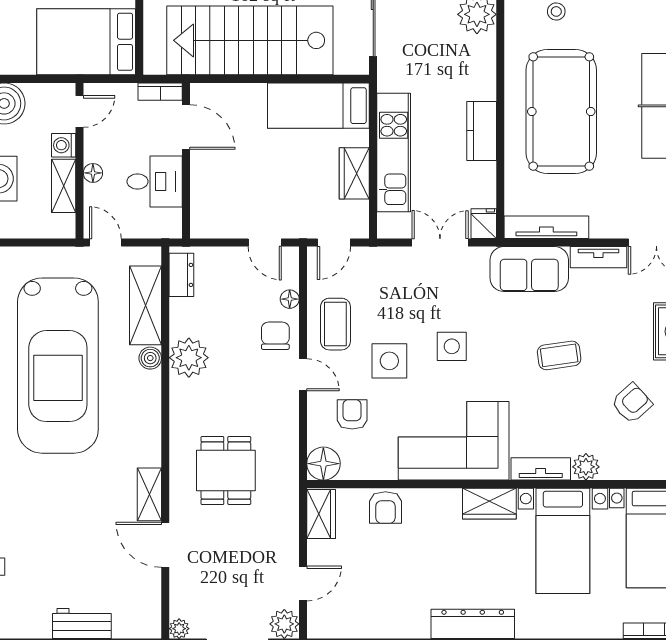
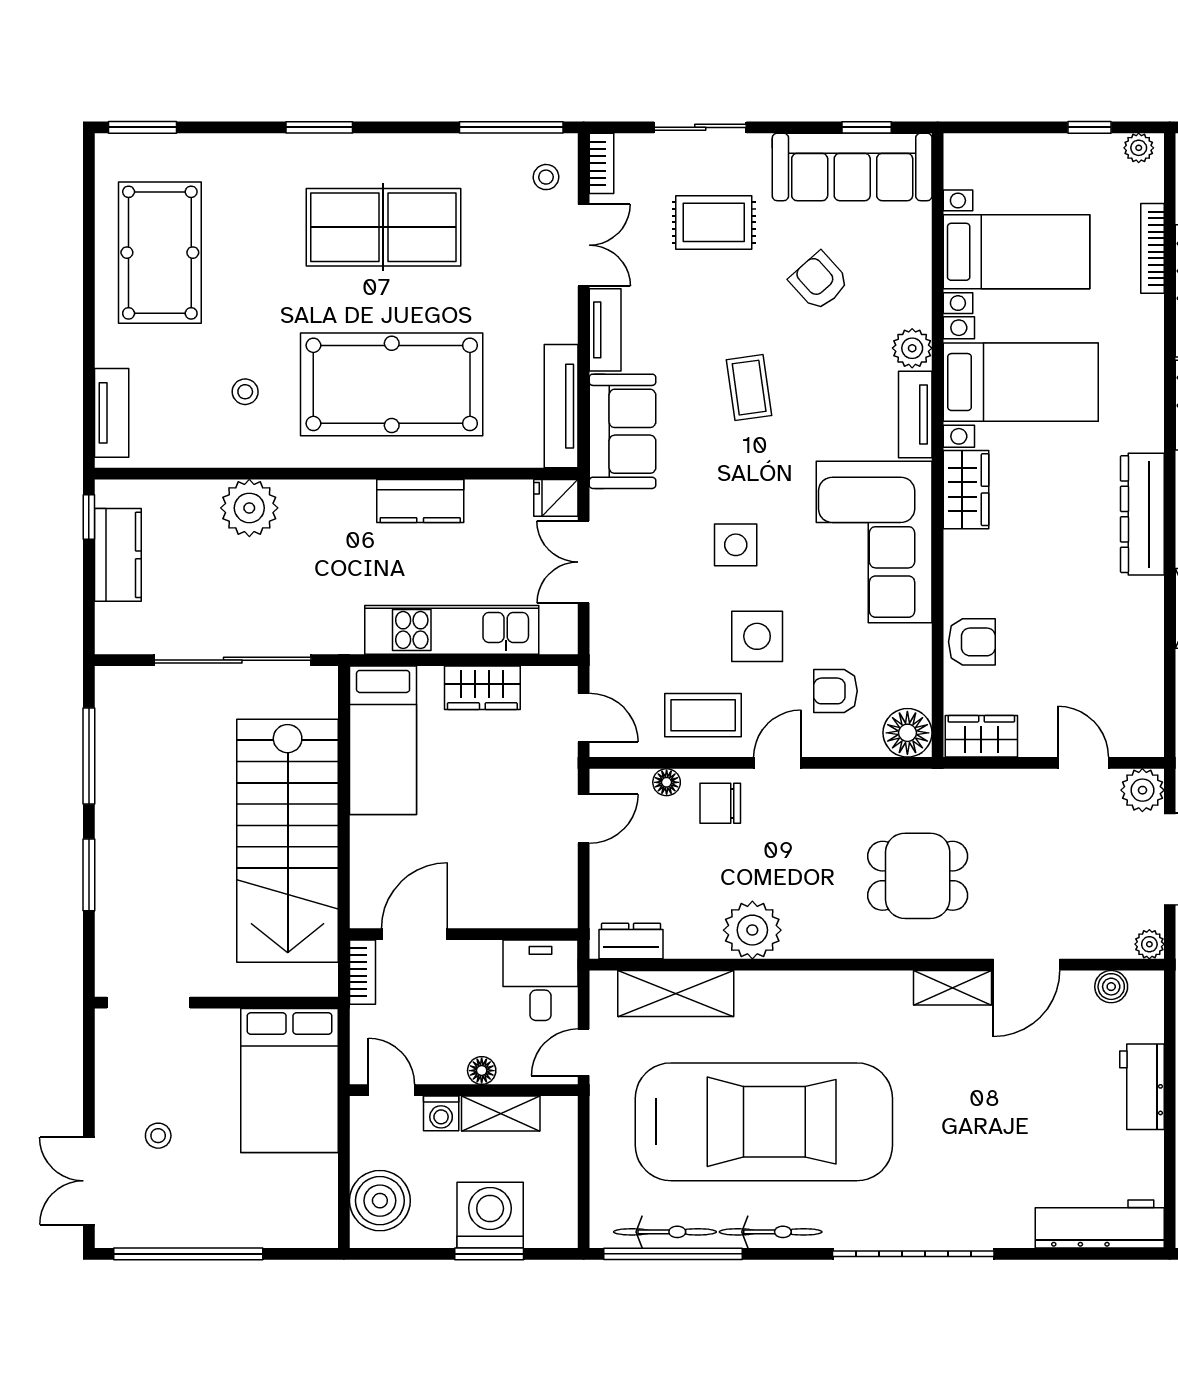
desk: (155, 181) -> (541, 980), moved
boiler: (150, 358) -> (1111, 987), moved

